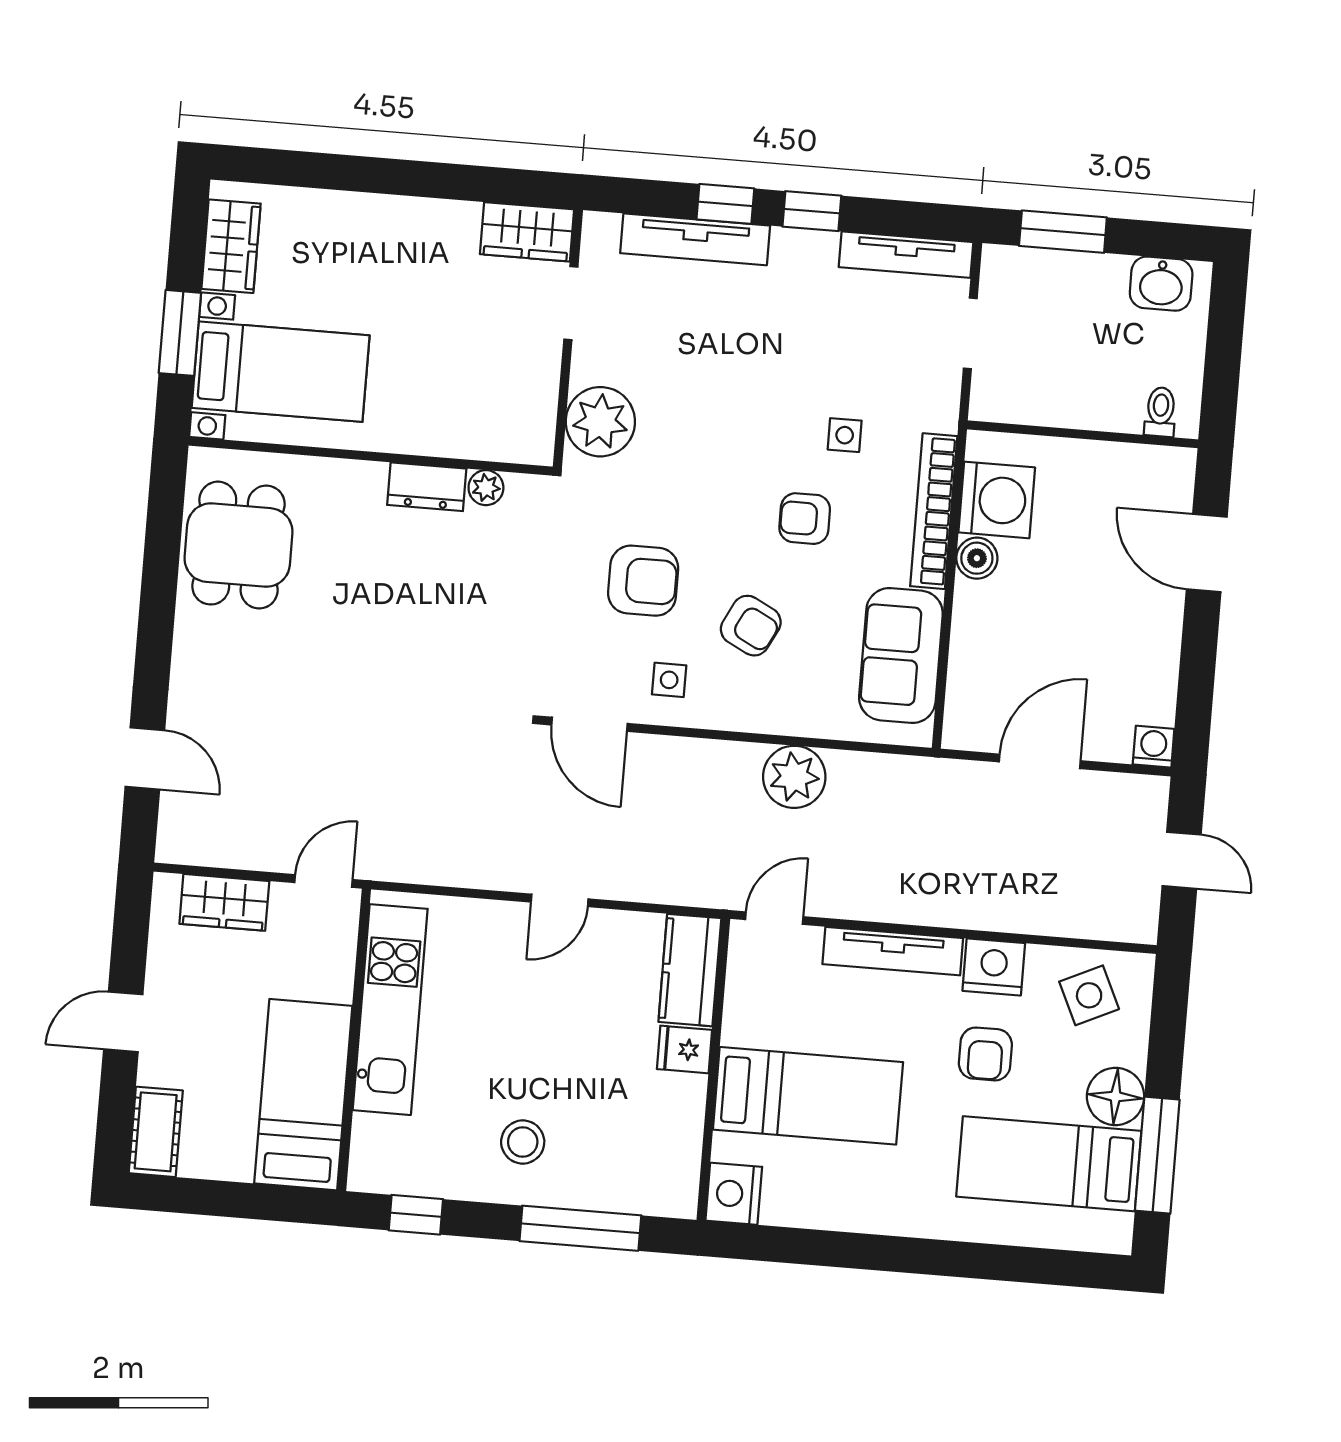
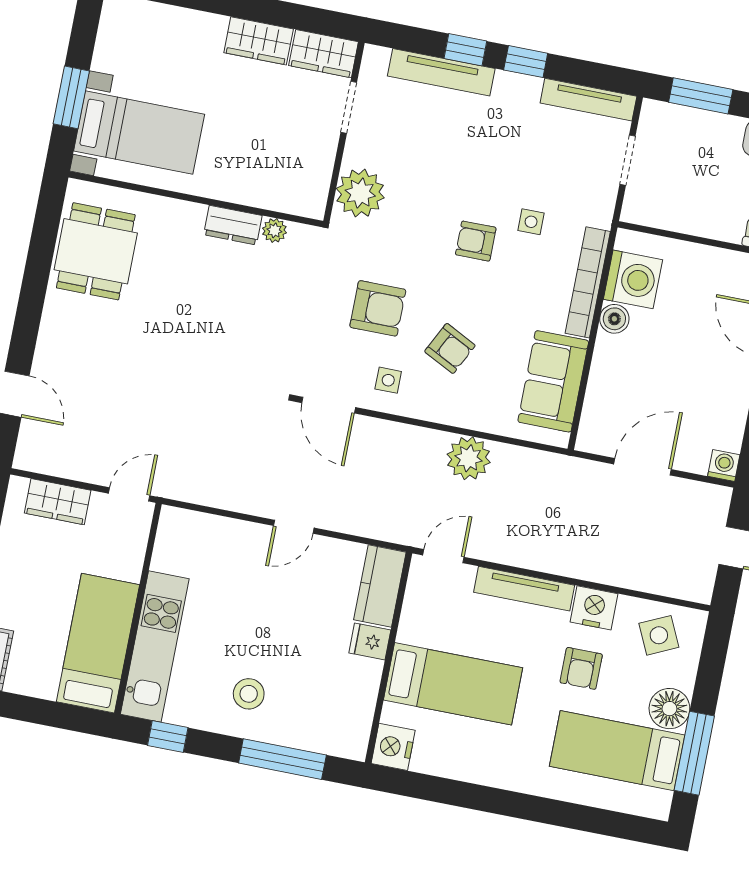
wardrobe: (231, 246) -> (259, 41), moved, turned 90
armchair: (805, 519) -> (476, 241), moved
kitchen unit: (390, 1010) -> (155, 646), moved

